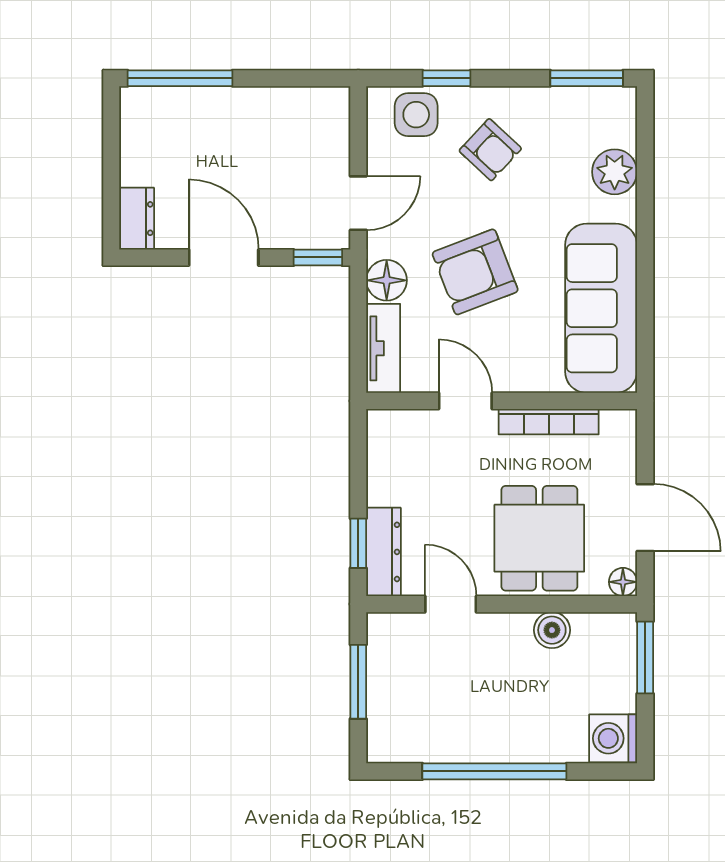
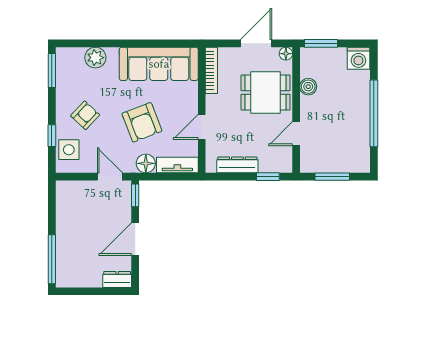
bookcase: (549, 422) -> (211, 70), moved
dresser: (384, 552) -> (237, 165), moved

